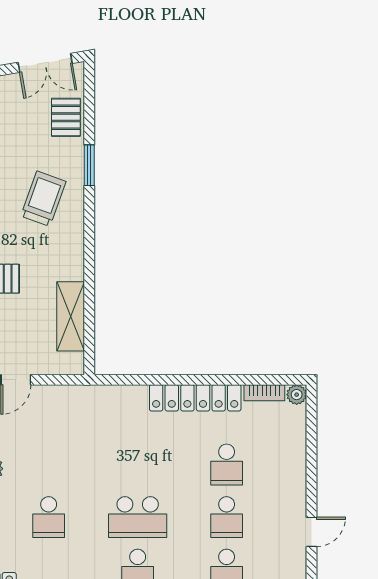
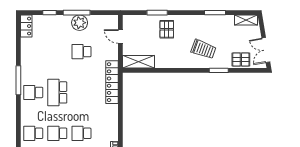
shelving: (71, 316) -> (138, 62), moved
locker: (195, 398) -> (112, 82), moved
school desk: (49, 517) -> (81, 52), moved

